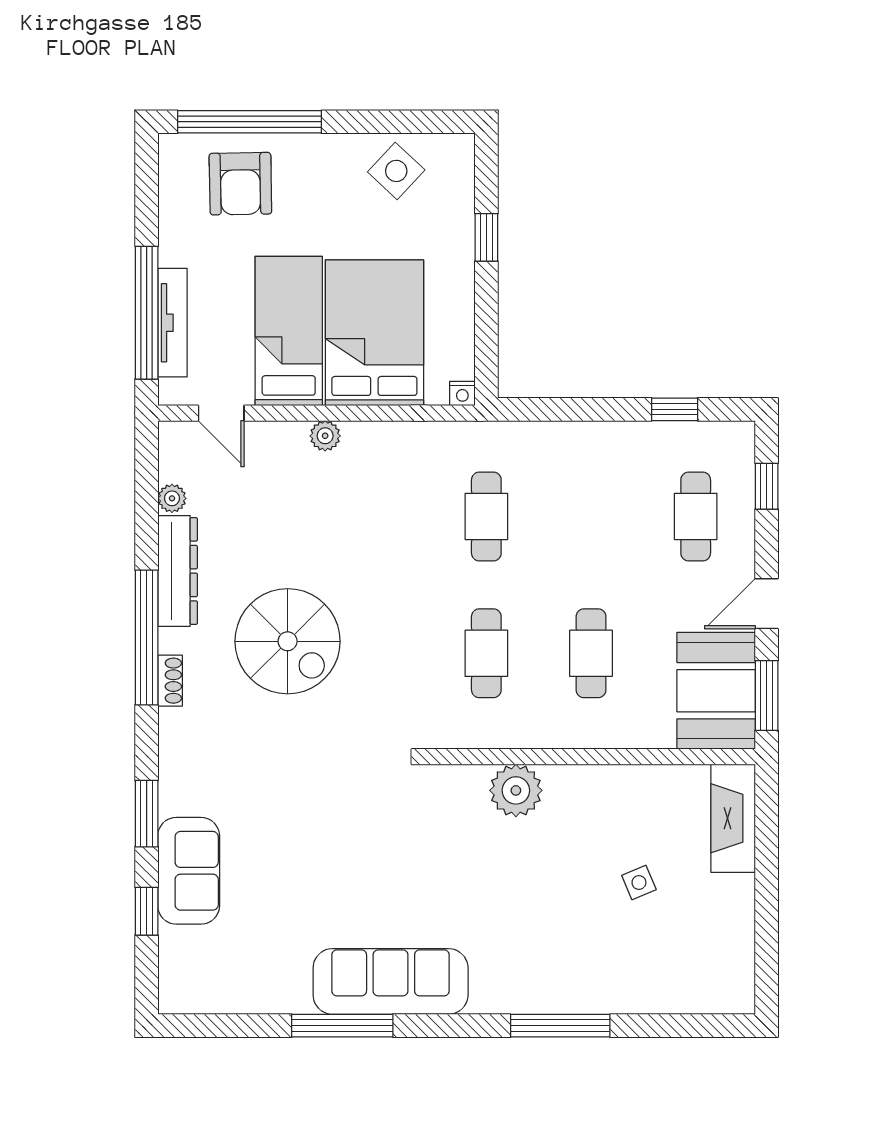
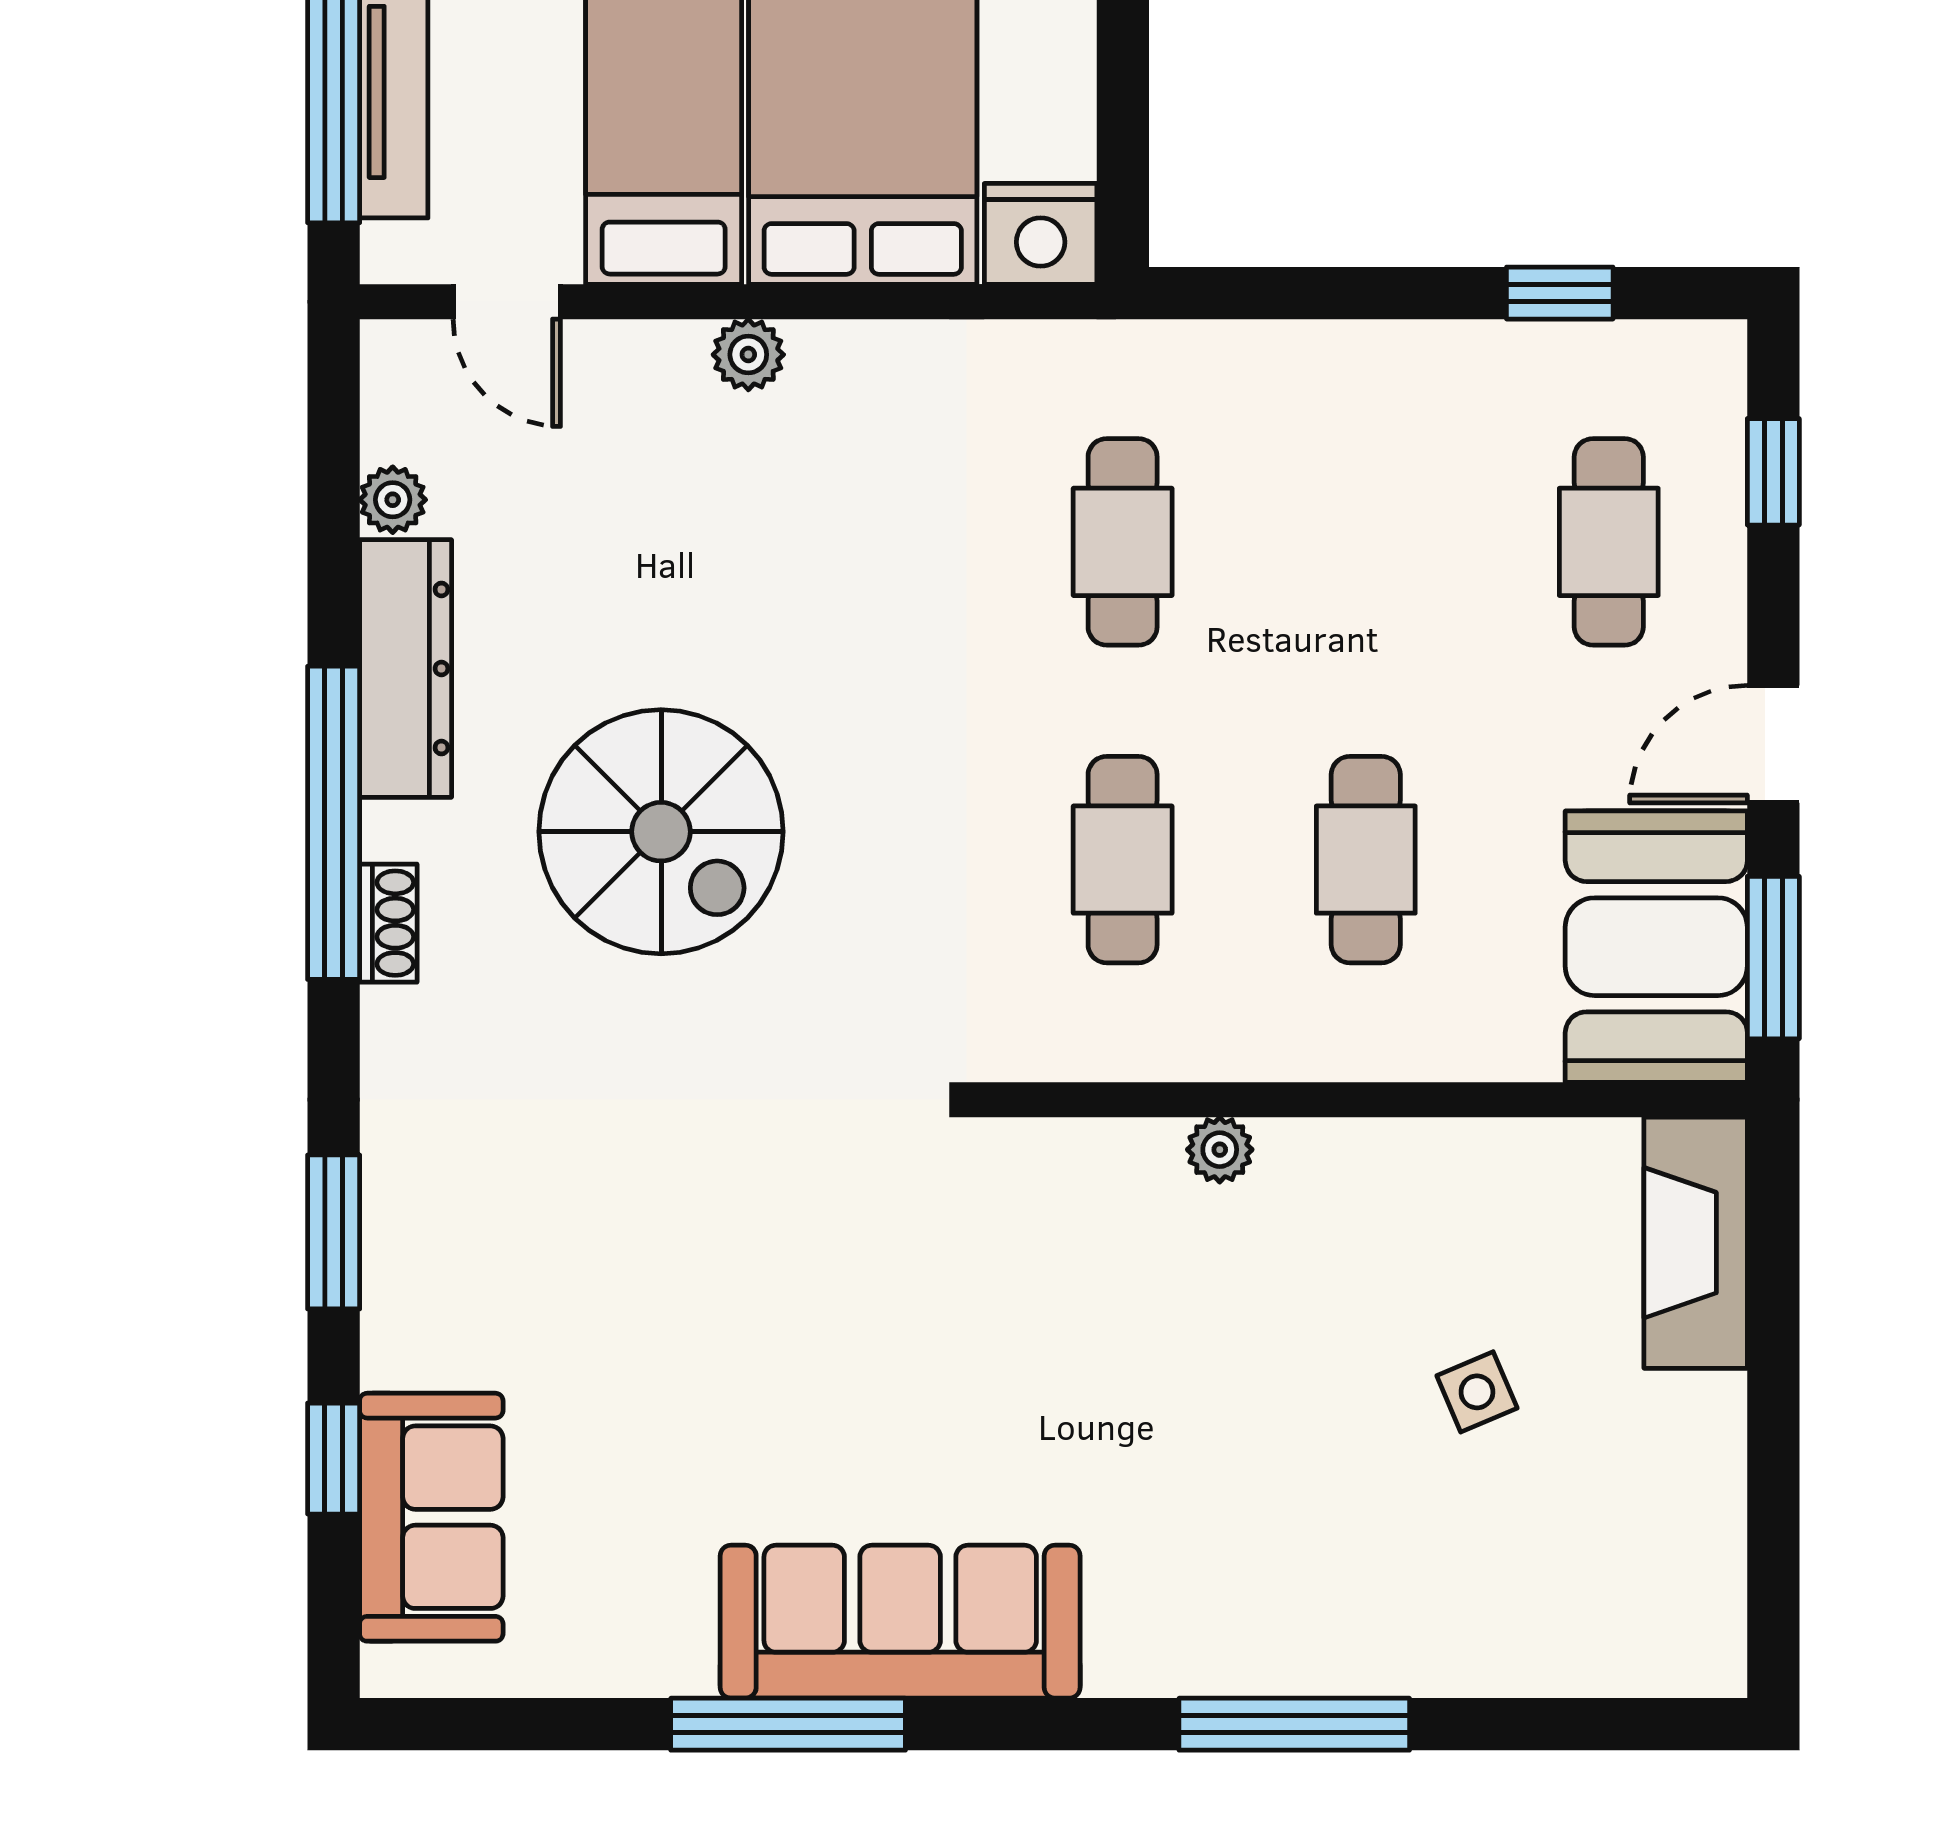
nightstand: (462, 393) -> (1041, 234), width x1.89, depth x1.79
plant: (516, 790) -> (1220, 1150), width x0.53, depth x0.53
sofa: (189, 871) -> (431, 1517), moved

